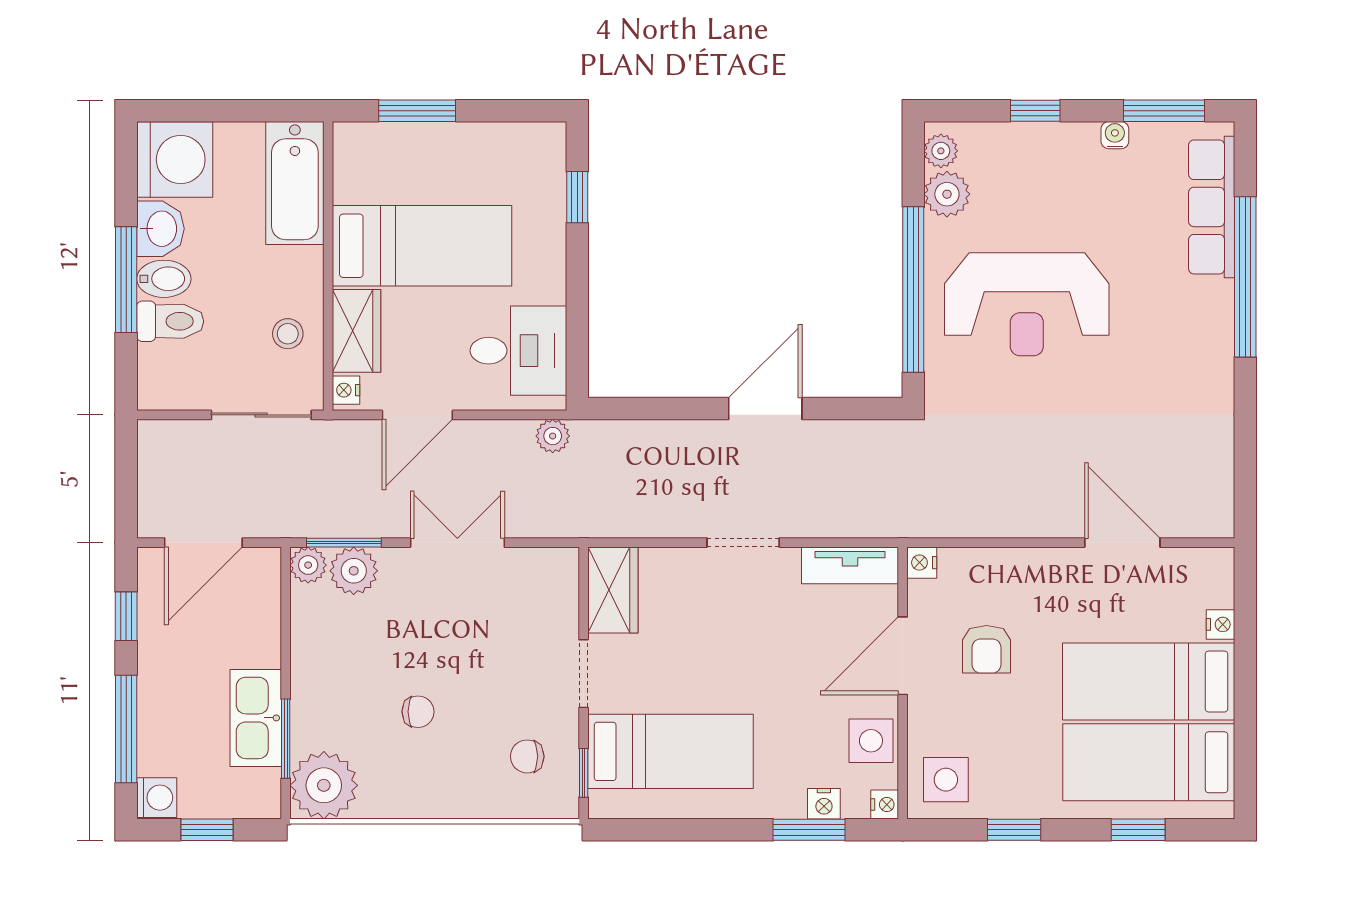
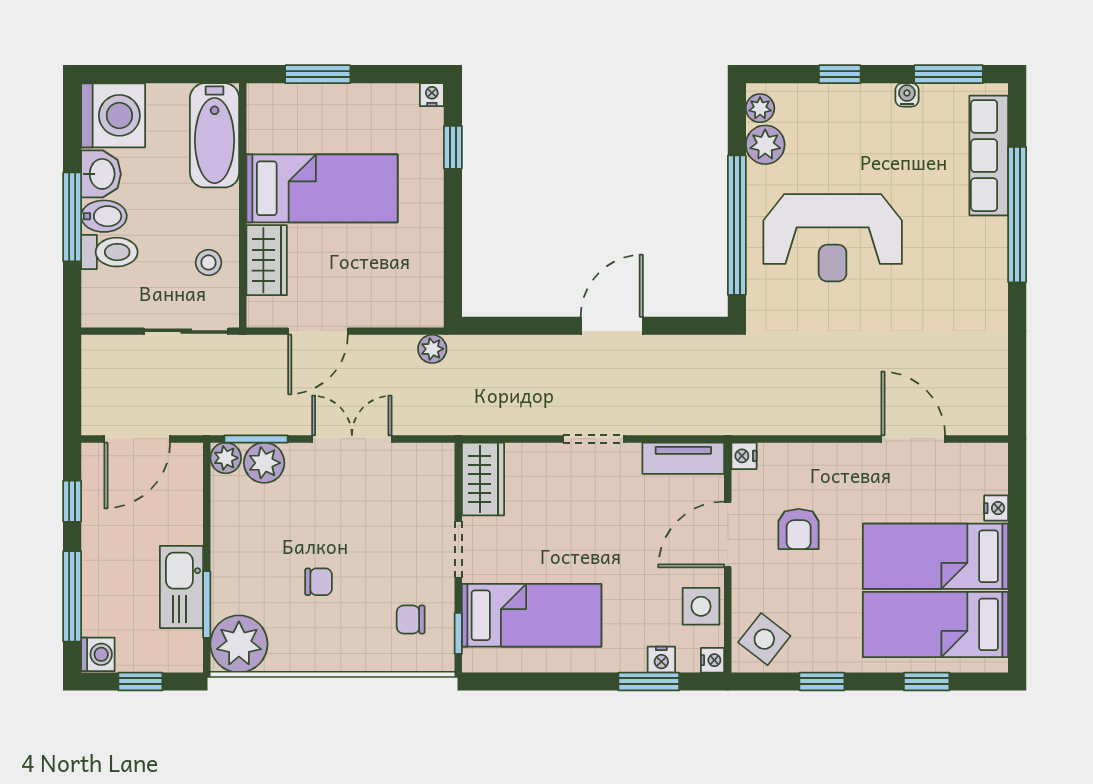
desk: (518, 351) -> (403, 277), removed
nightstand: (346, 390) -> (432, 95), moved, turned 90
side table: (946, 780) -> (764, 639), turned 38

